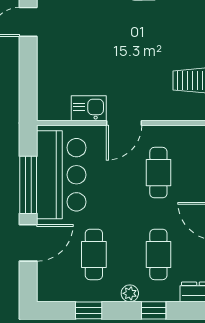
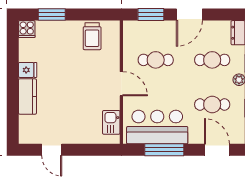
kitchen sink: (89, 108) -> (111, 122), moved
door: (28, 243) -> (217, 150), moved

